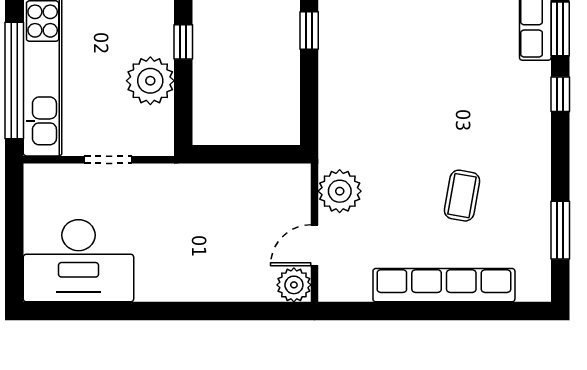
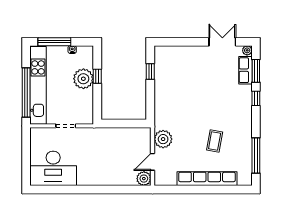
plant: (150, 81) -> (83, 79), moved
window: (560, 230) -> (256, 155), width x1.44

